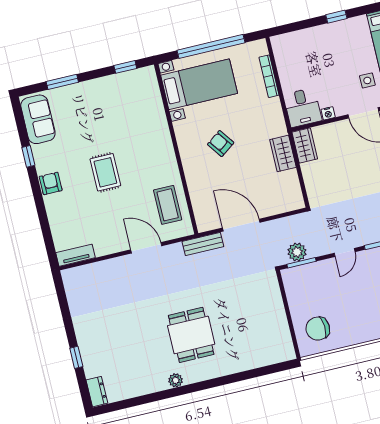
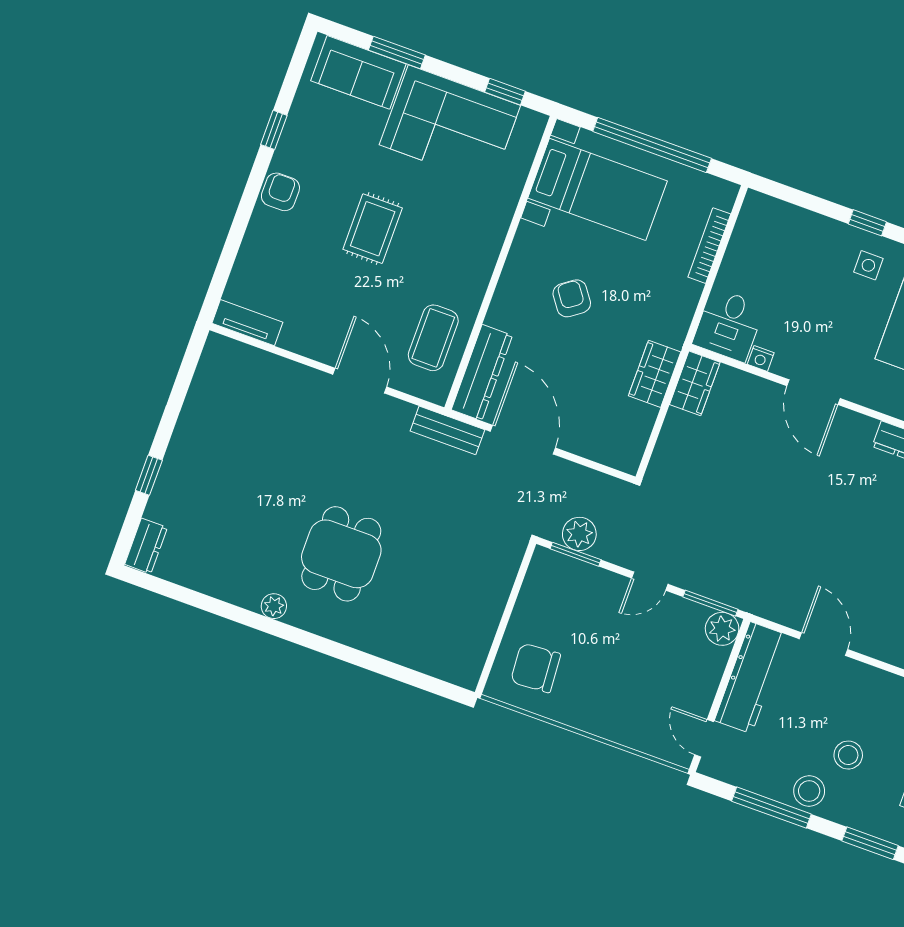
side table: (367, 80) -> (868, 265), moved
corner sofa: (110, 100) -> (450, 125), added
sofa: (38, 119) -> (358, 72), moved, turned 90
dresser: (201, 206) -> (482, 373), added

